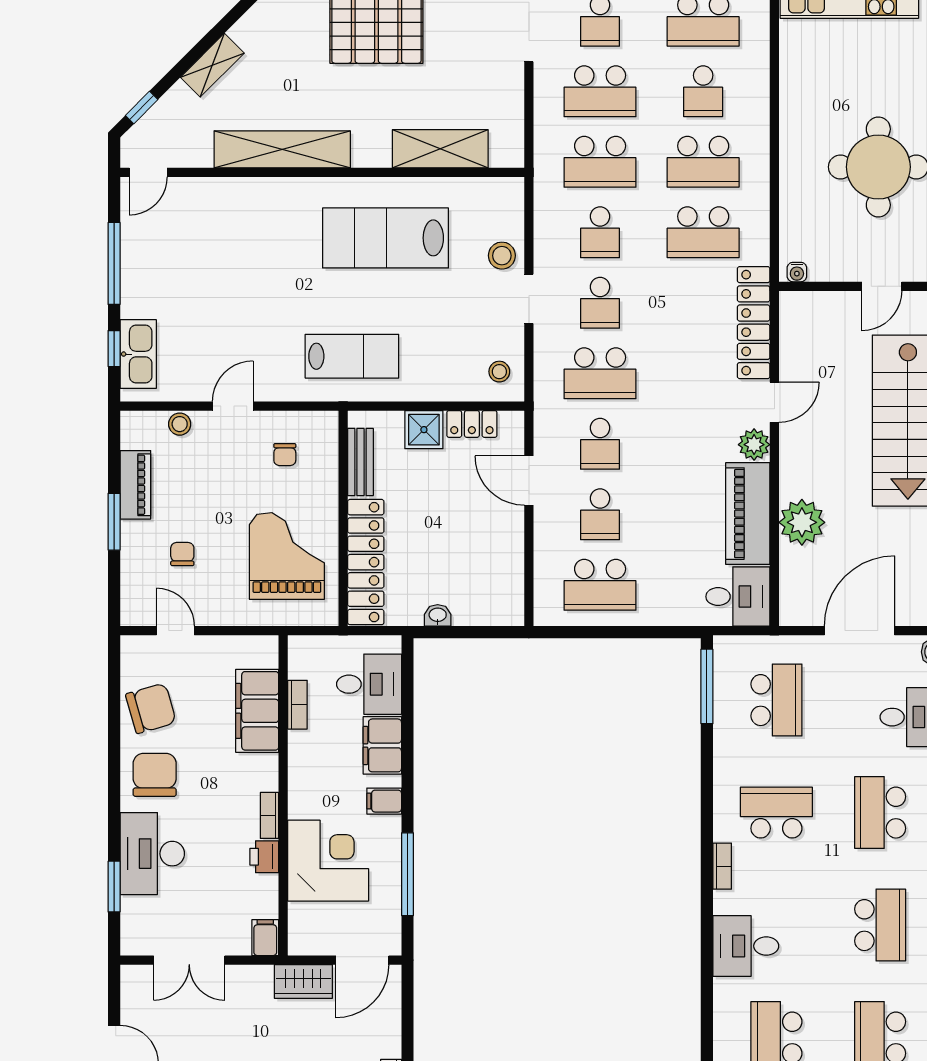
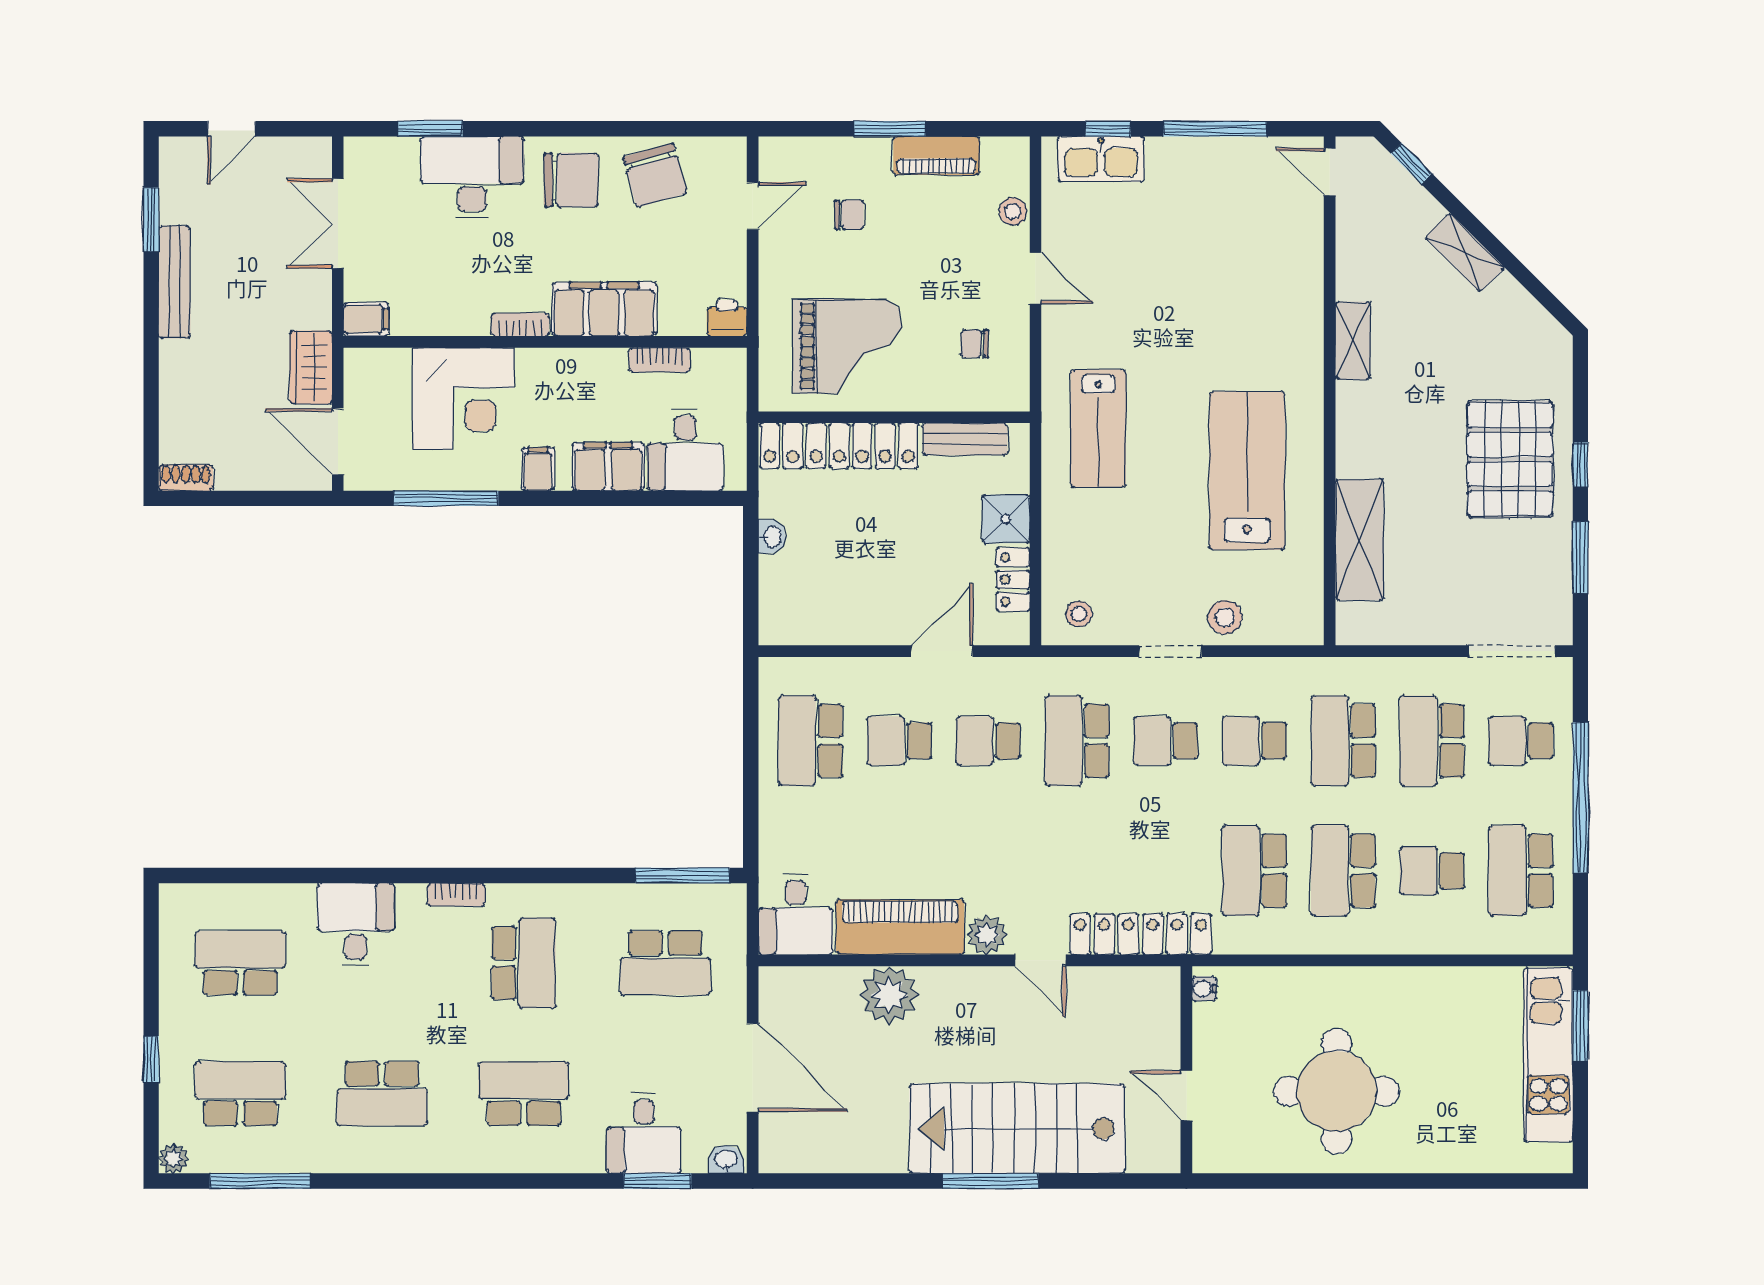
shelving: (282, 149) -> (1353, 341), width x0.45, depth x0.75
filing cabinet: (257, 711) -> (604, 309), moved
printer: (264, 857) -> (727, 318), moved

